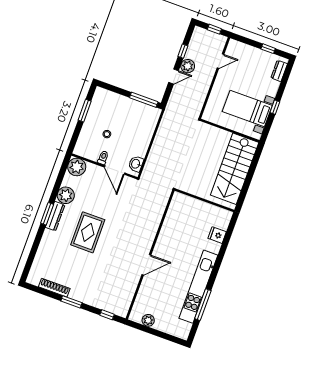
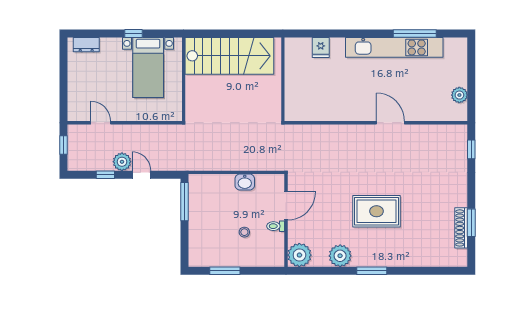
window: (268, 49) -> (63, 69), removed
washbasin: (136, 164) -> (245, 182), moved
dresser: (55, 216) -> (371, 260), removed
window: (71, 302) -> (471, 223), moved

